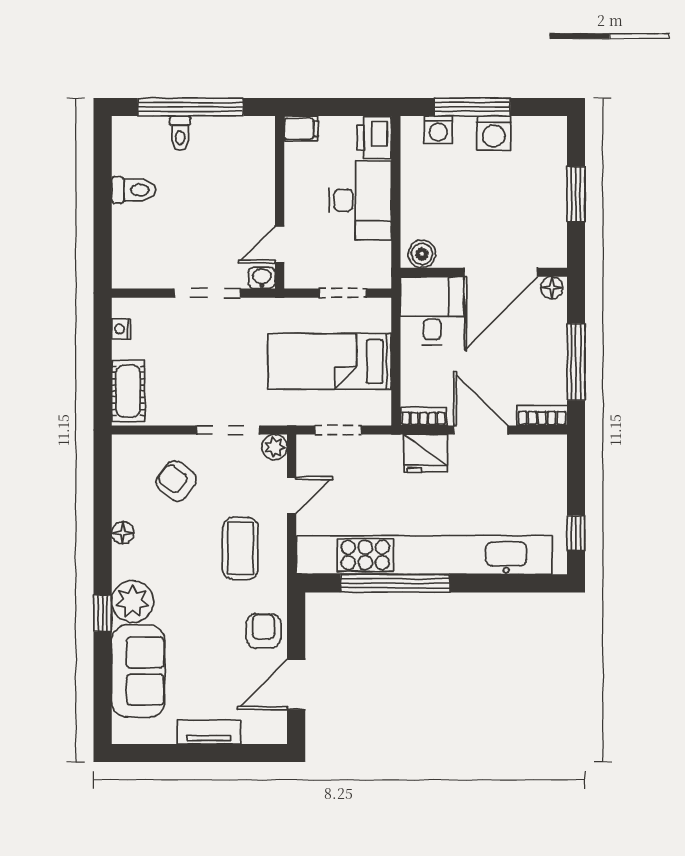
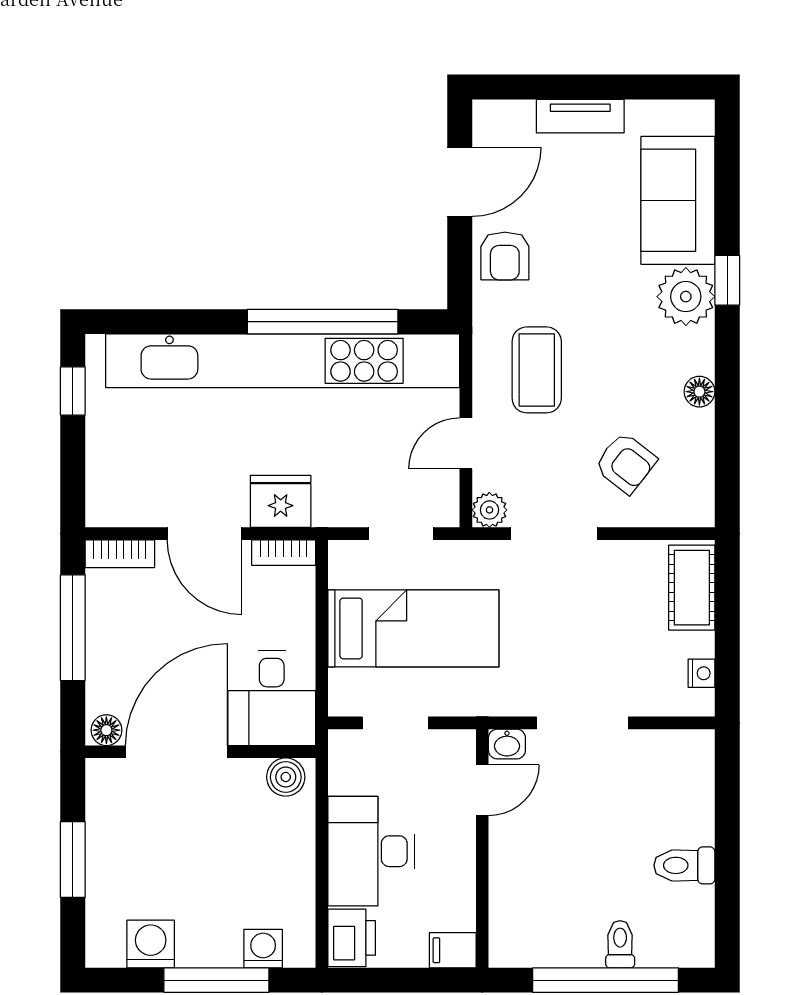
washing machine: (494, 133) -> (151, 944), moved

